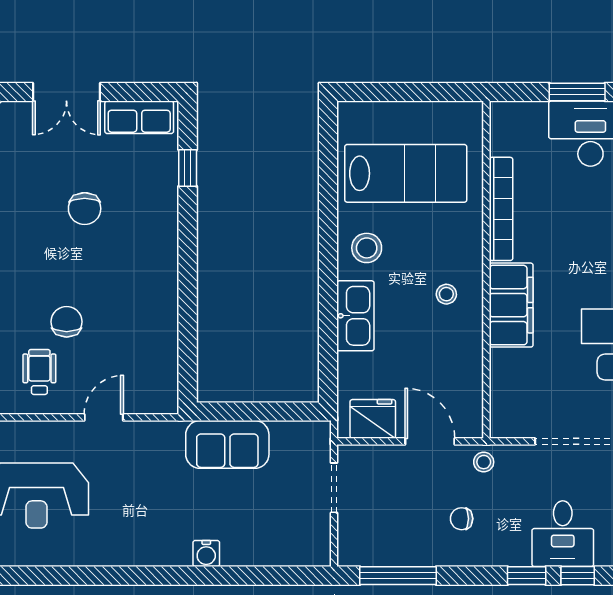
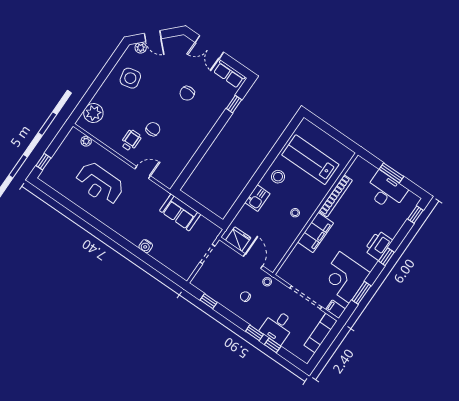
lab bench: (406, 173) -> (310, 160), turned 180
kitchen sink: (355, 316) -> (257, 198), width x0.73
window: (398, 576) -> (209, 301), width x0.46

